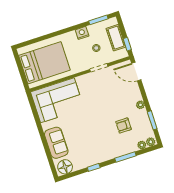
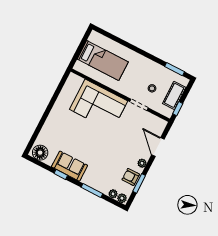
nightstand: (82, 33) -> (153, 67), removed
bed: (44, 63) -> (103, 60), width x0.67
door: (136, 72) -> (158, 147), moved
corner sofa: (57, 100) -> (99, 105), moved
armchair: (124, 126) -> (131, 177), moved
sofa: (56, 143) -> (70, 166), moved, turned -90

